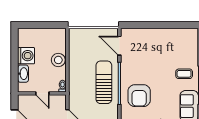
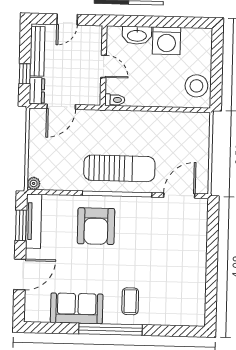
stool: (58, 60) -> (196, 86), moved
door: (42, 93) -> (104, 66), swing flipped
armchair: (139, 96) -> (96, 226), turned -90

